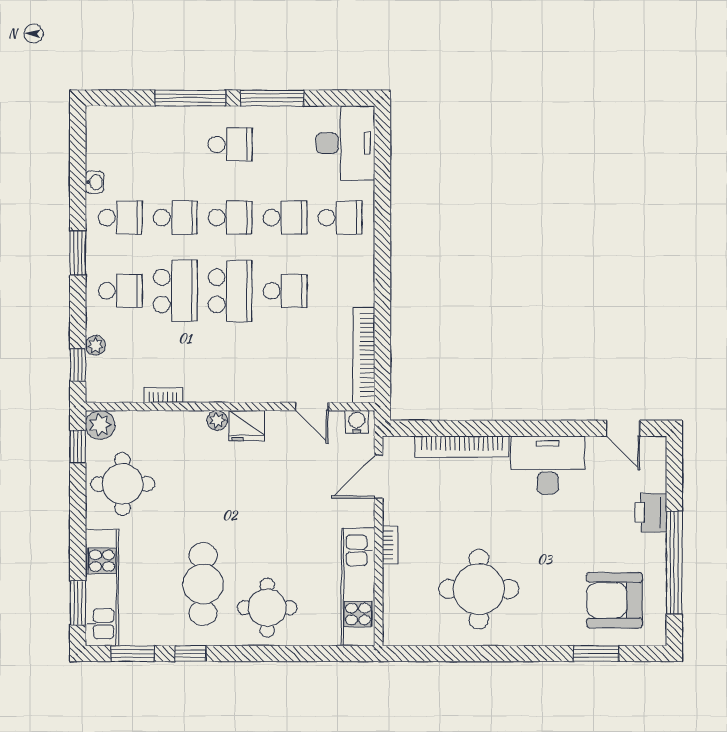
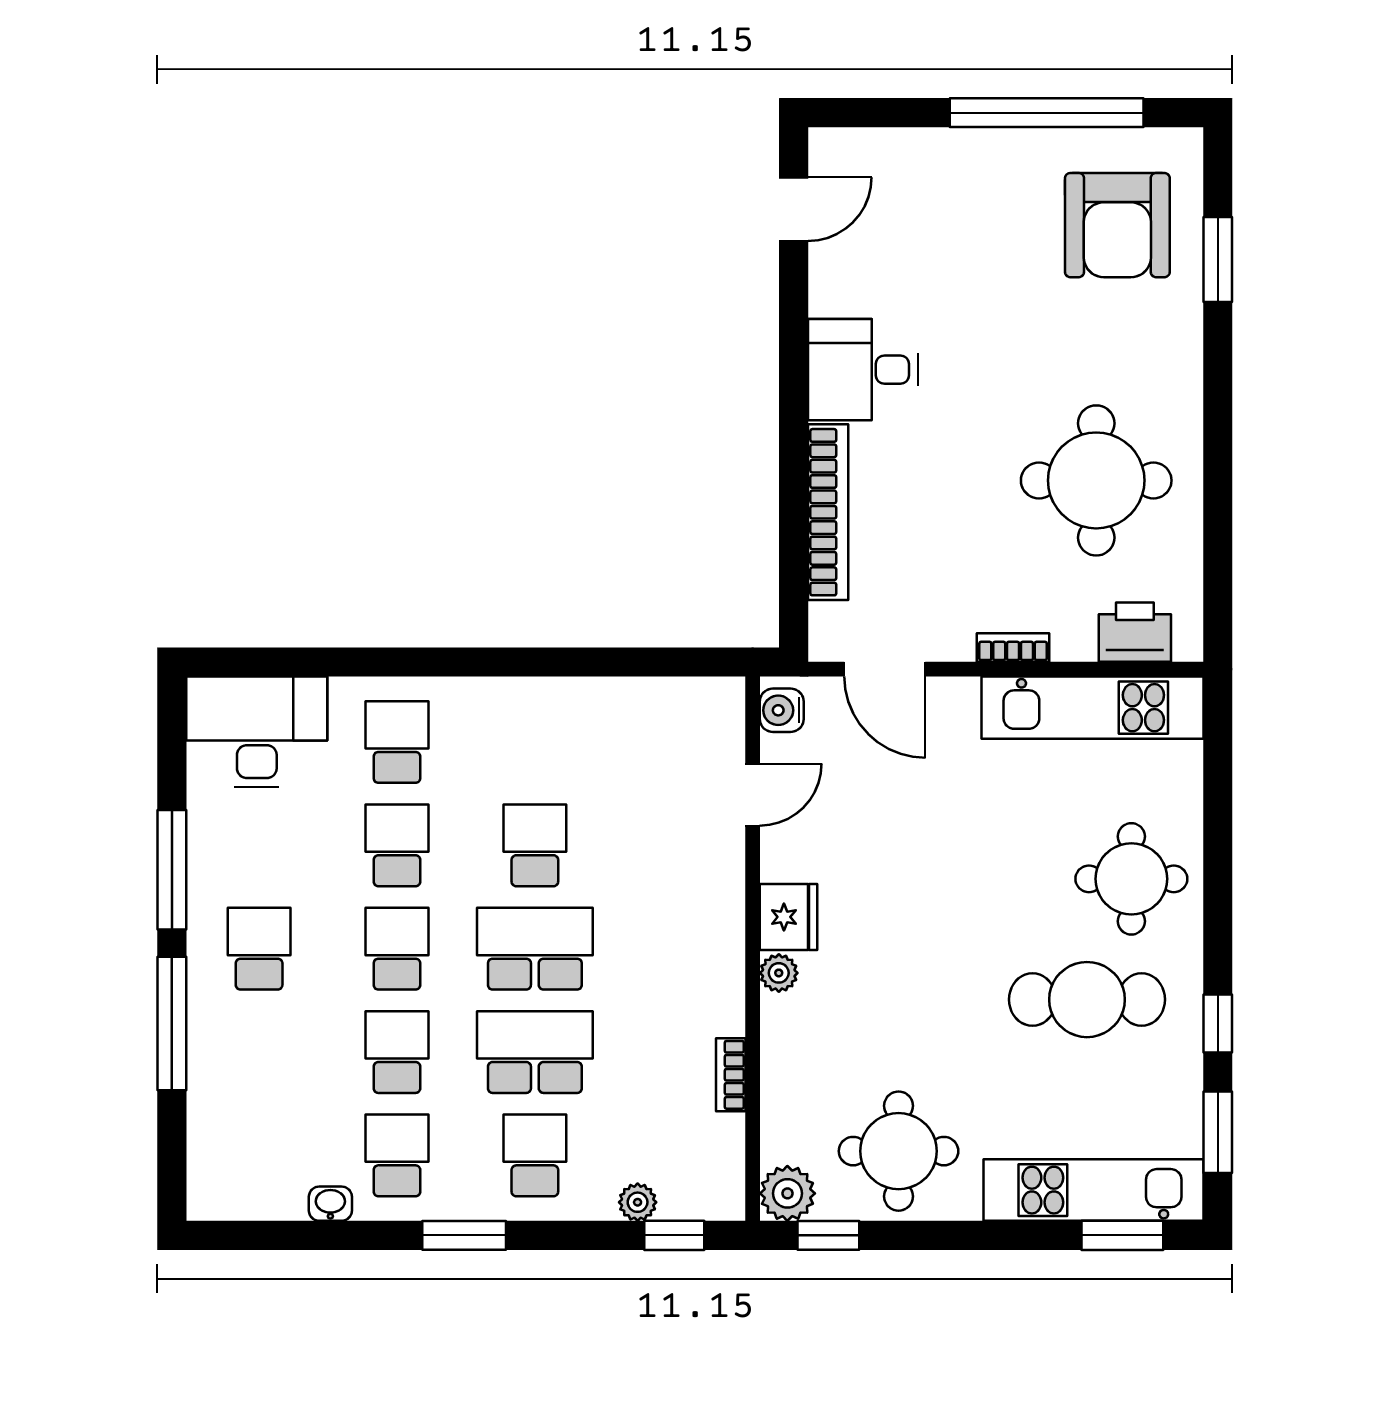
bookcase: (364, 355) -> (656, 697), removed
desk: (548, 465) -> (863, 370), width x0.73
printer: (651, 513) -> (1135, 632), moved, turned 180

